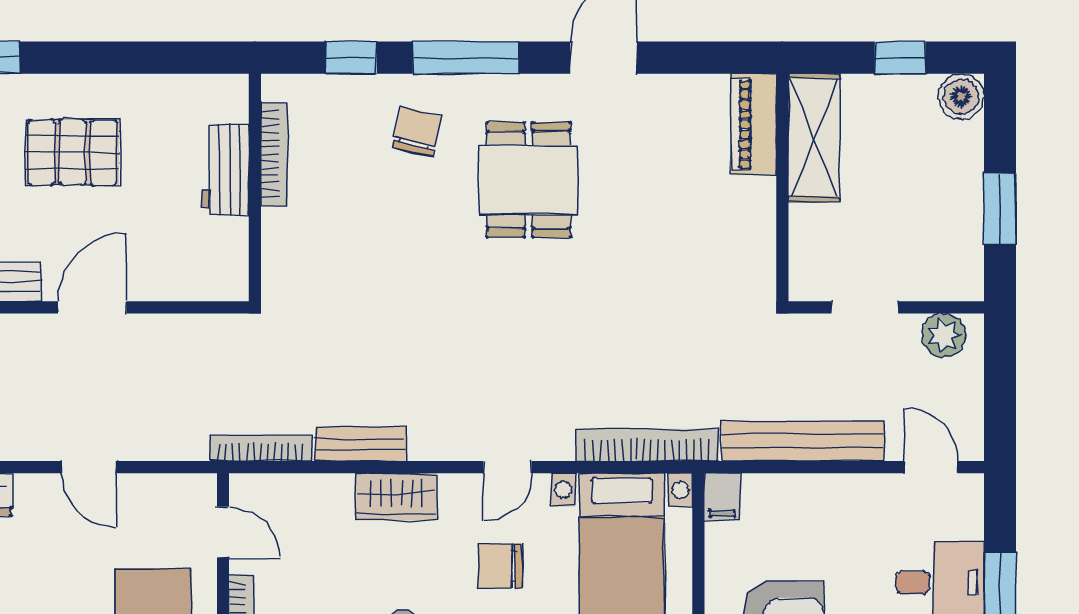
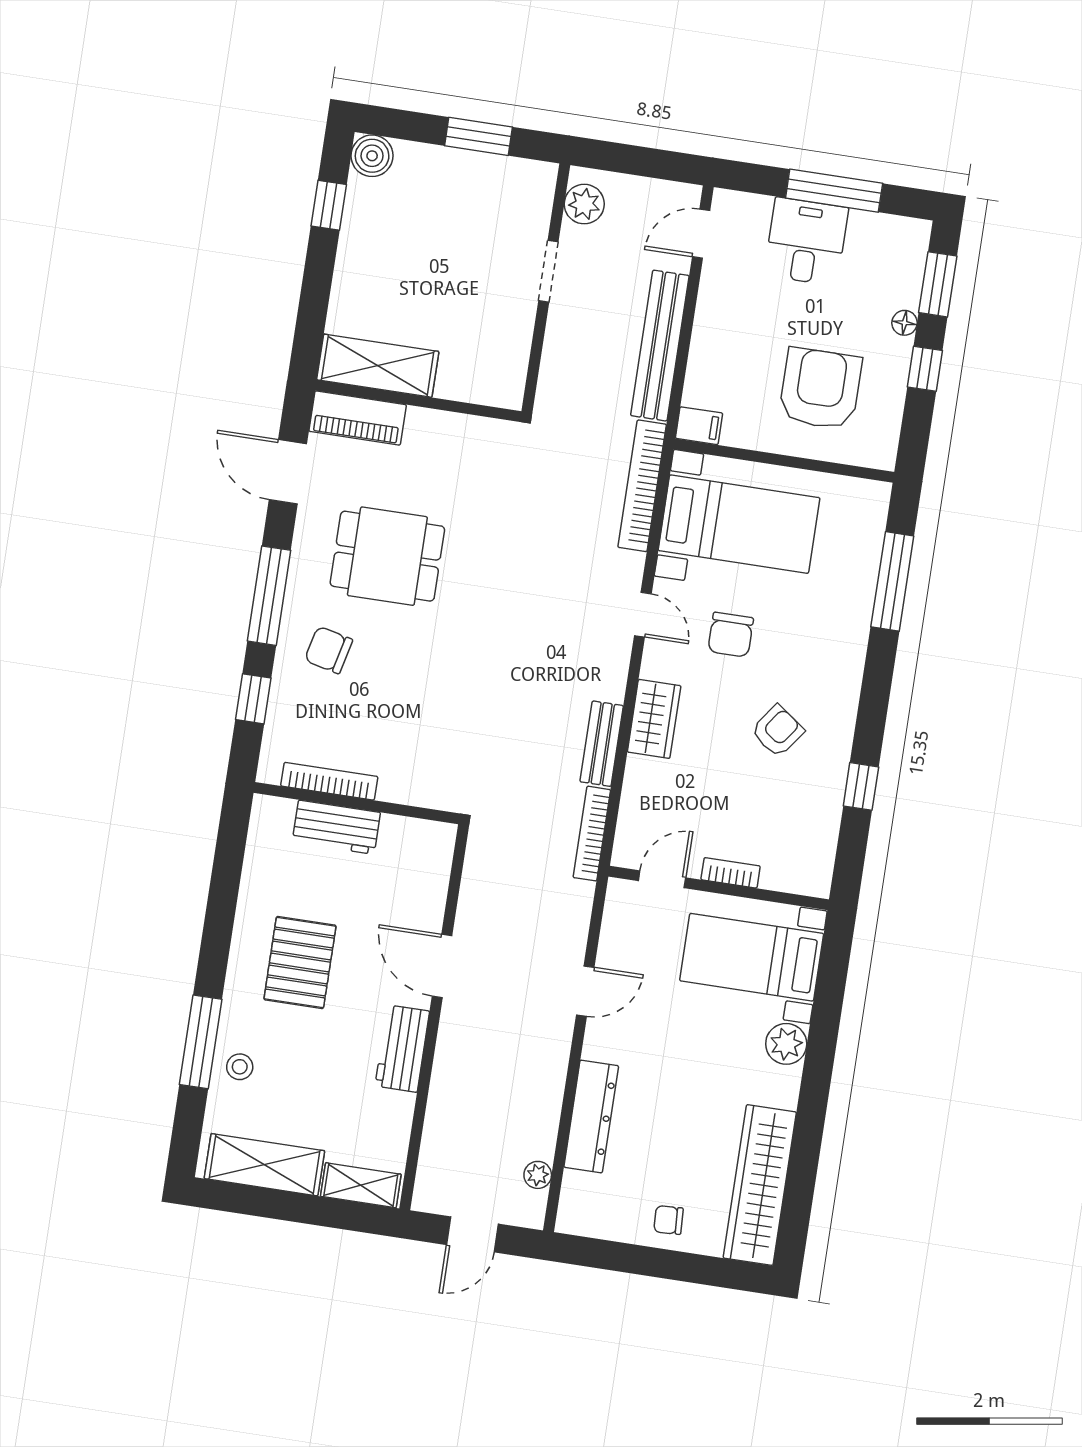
piano: (754, 124) -> (358, 418), moved
shelving: (814, 138) -> (378, 366), moved
wall: (782, 187) -> (418, 401), moved

